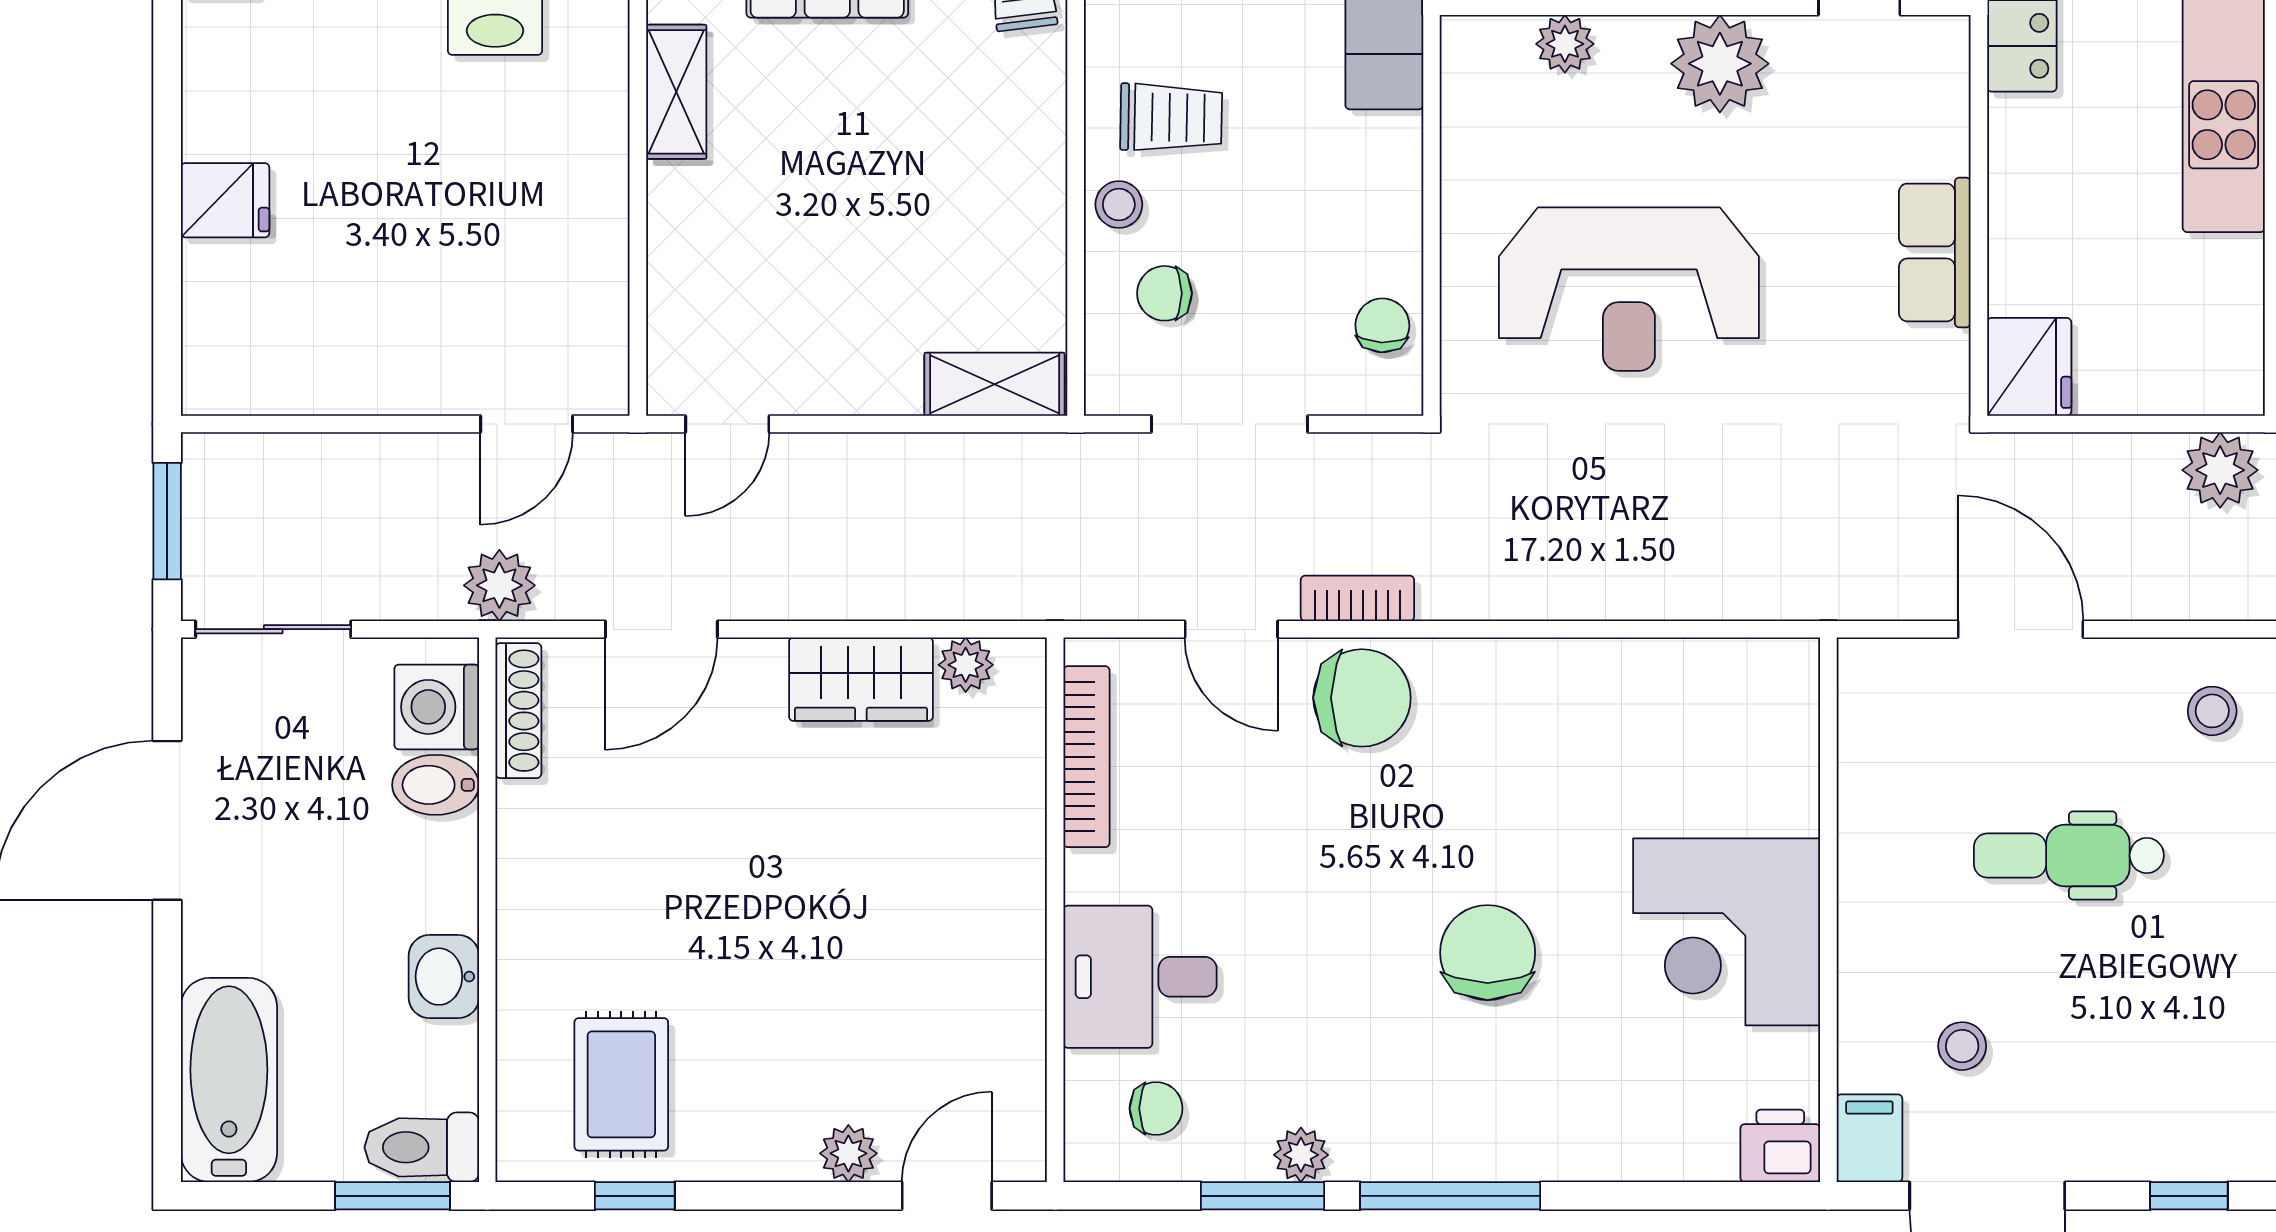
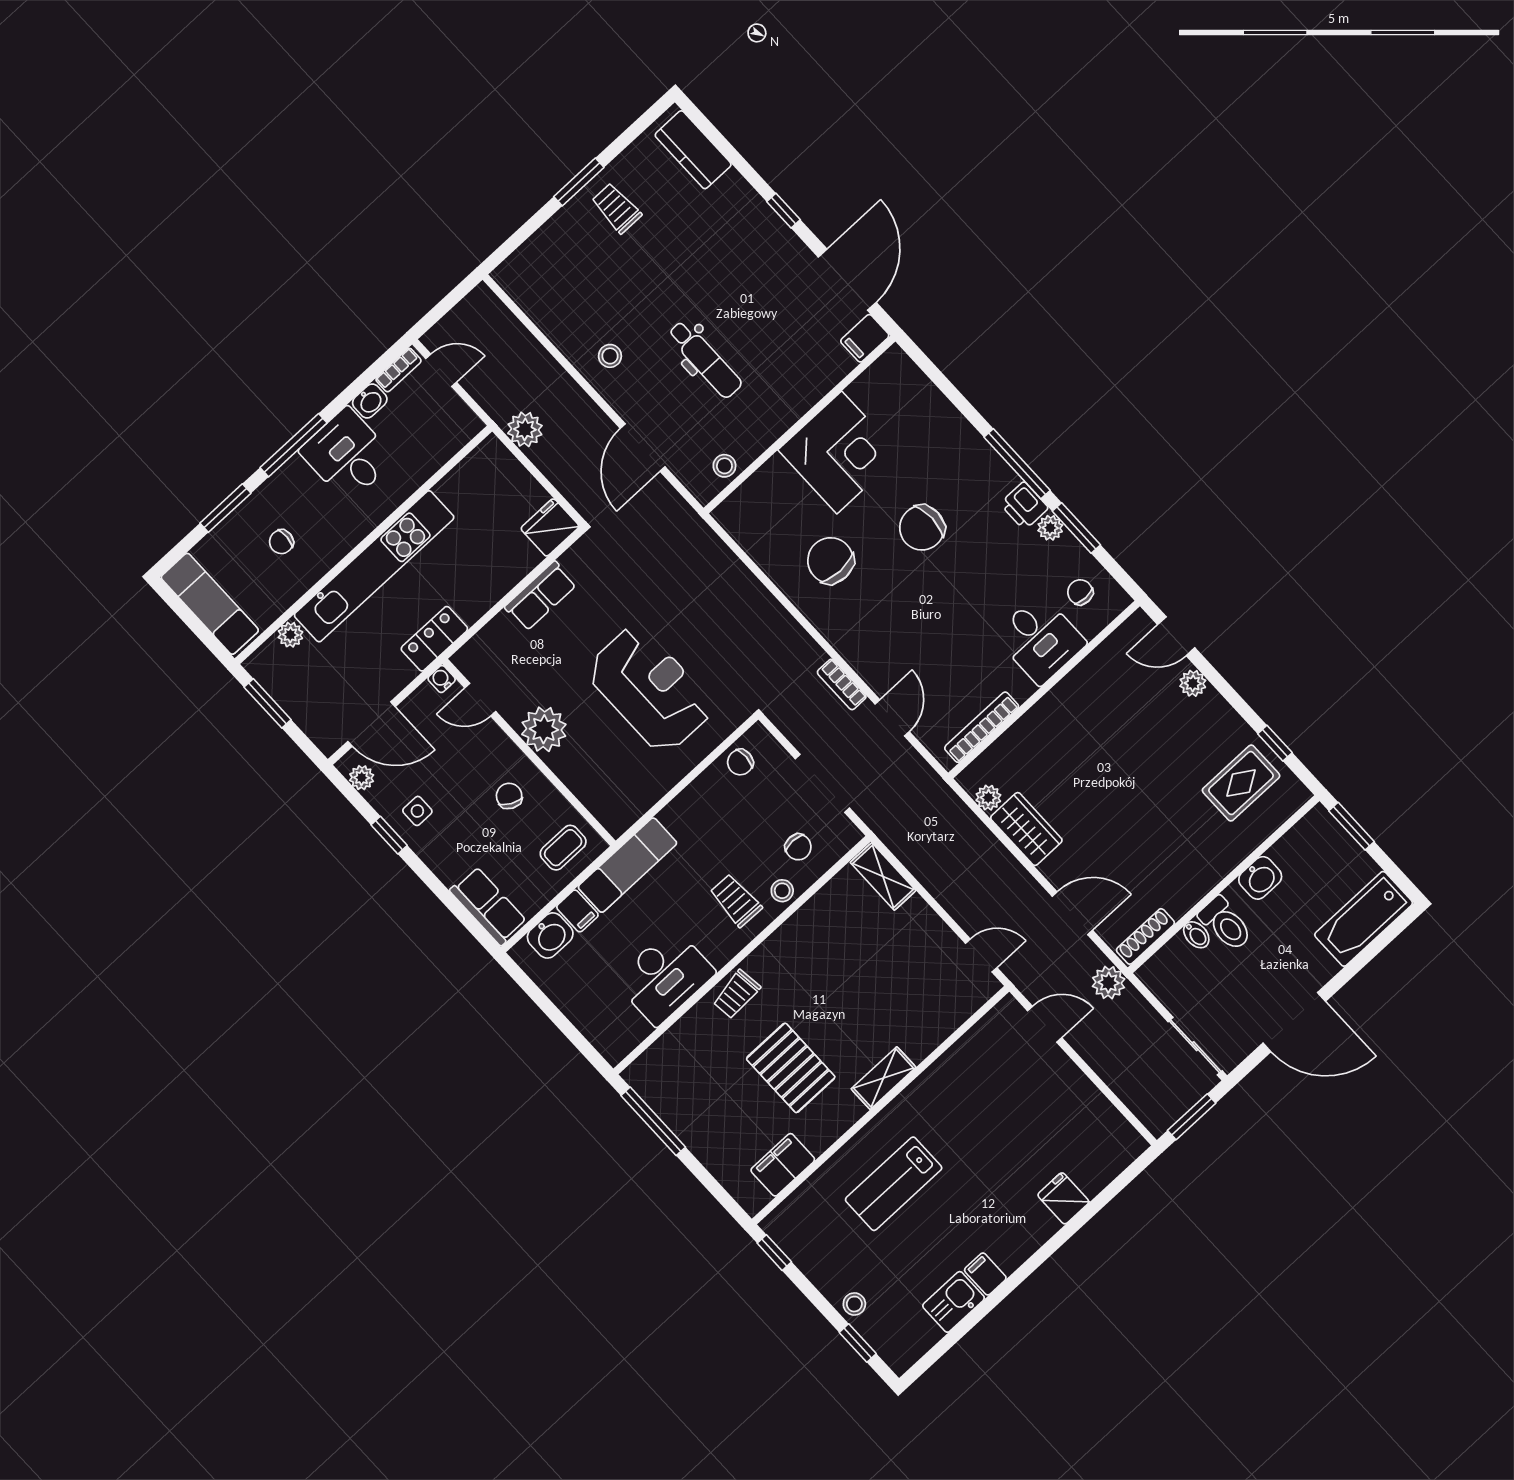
plant: (1565, 44) -> (586, 789), removed
chair: (1362, 698) -> (831, 561), moved
washing machine: (437, 707) -> (1170, 966), removed
bidet: (436, 785) -> (1196, 935), width x0.72, depth x0.74
stool: (1962, 1046) -> (724, 466), moved
printer: (1780, 1146) -> (1024, 506), moved
toilet: (422, 1147) -> (1226, 924), moved

